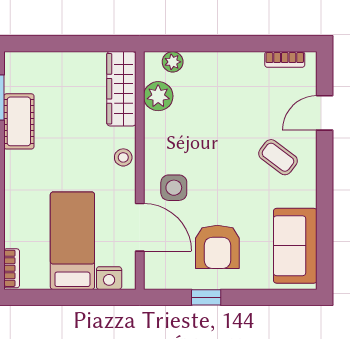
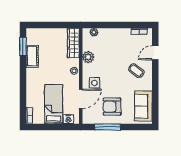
plant: (158, 96) -> (88, 57), moved
door: (140, 227) -> (81, 99), hinge flipped
armchair: (217, 247) -> (112, 107), turned 90
window: (206, 297) -> (107, 127), width x2.17

